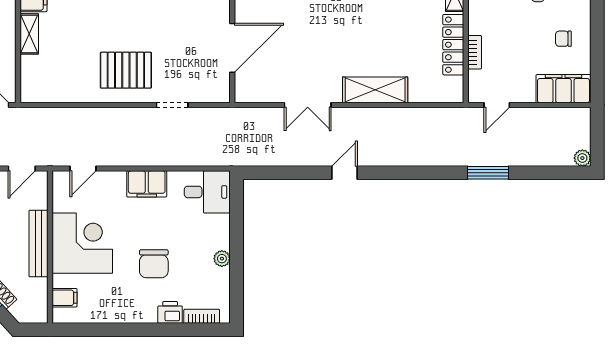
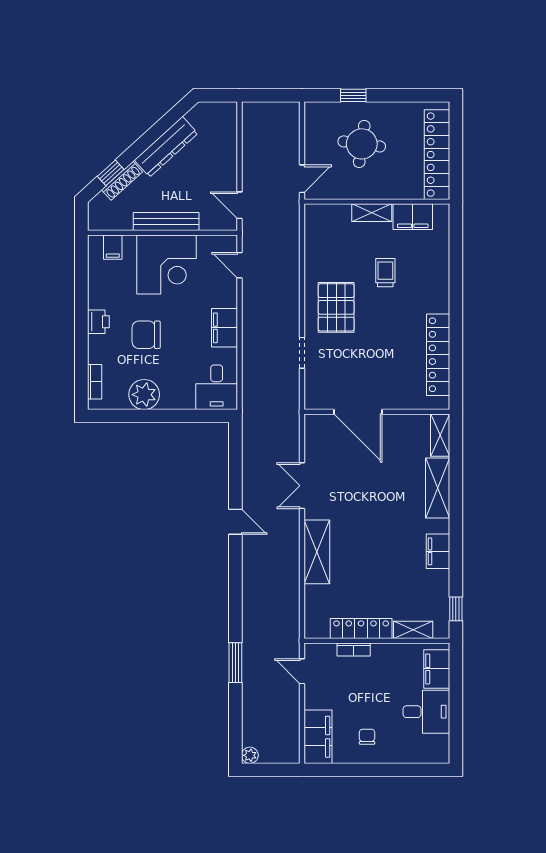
trolley: (90, 20) -> (385, 273), added
plant: (222, 259) -> (144, 395), width x1.87, depth x1.87
printer: (170, 312) -> (98, 322), moved

